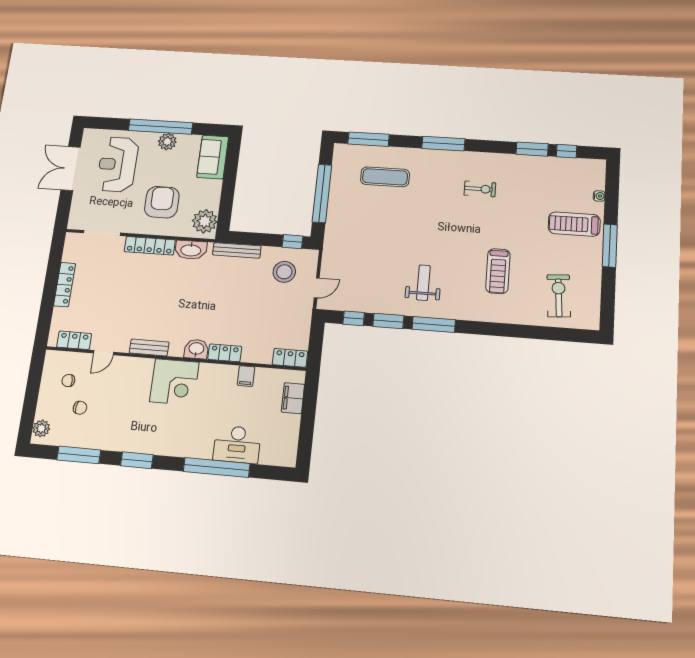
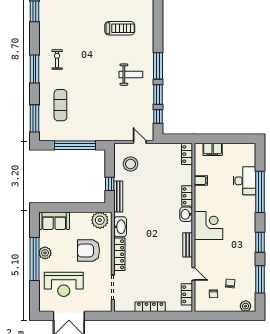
exercise bike: (480, 189) -> (57, 60), moved
window: (293, 242) -> (110, 184), moved
weight bench: (423, 283) -> (131, 75), turned 180

